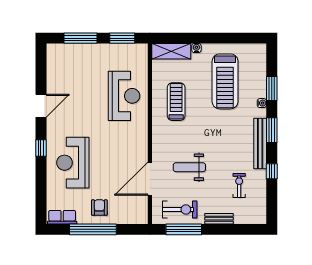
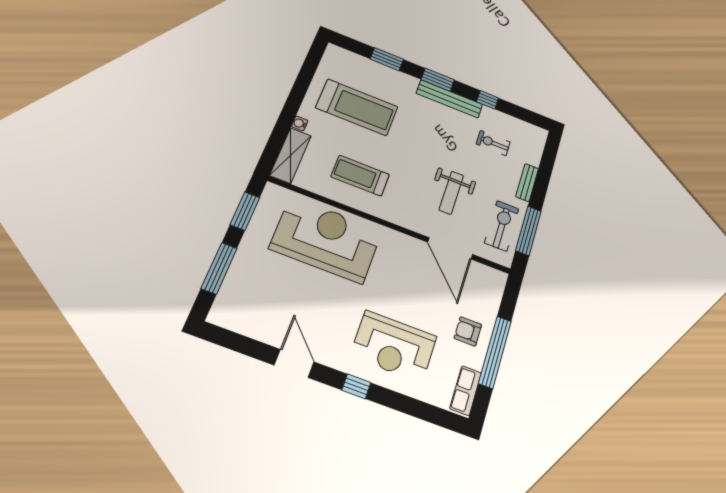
reception desk: (124, 96) -> (326, 239), width x1.36, depth x1.30
water cooler: (262, 103) -> (401, 77), removed

